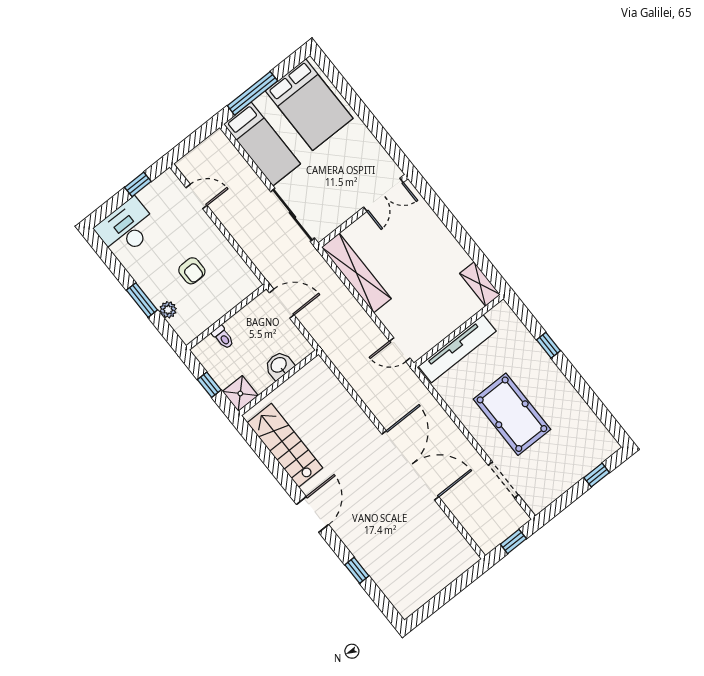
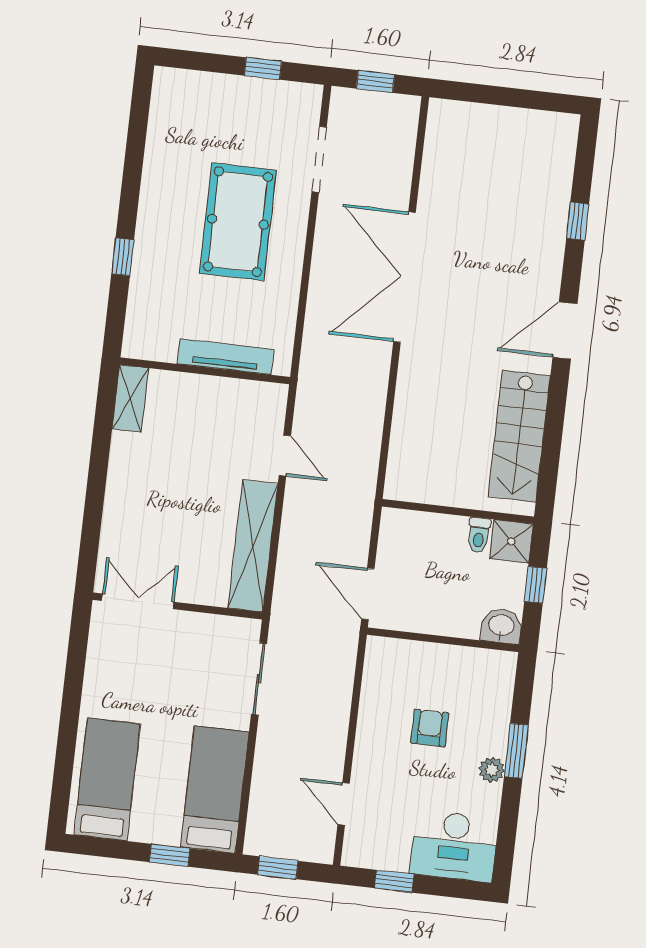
window: (252, 93) -> (170, 855), width x0.46
bed: (309, 105) -> (107, 779), width x0.67
window: (197, 137) -> (278, 868), added
sliding door: (293, 215) -> (259, 679), width x0.73
plant: (168, 310) -> (492, 770), moved
toilet: (223, 337) -> (479, 535), moved, turned 180
tv unit: (457, 349) -> (226, 357), width x0.73, depth x0.78
door: (400, 350) -> (285, 456), moved
washbasin: (279, 365) -> (501, 626), moved, turned 180
window: (597, 475) -> (263, 68), moved

